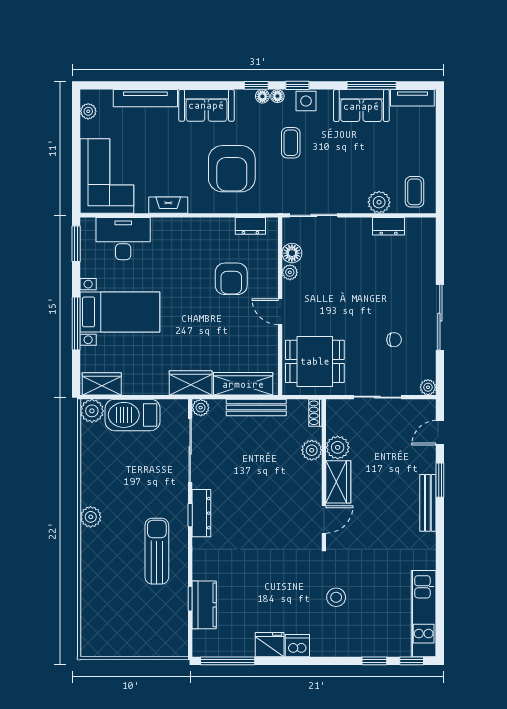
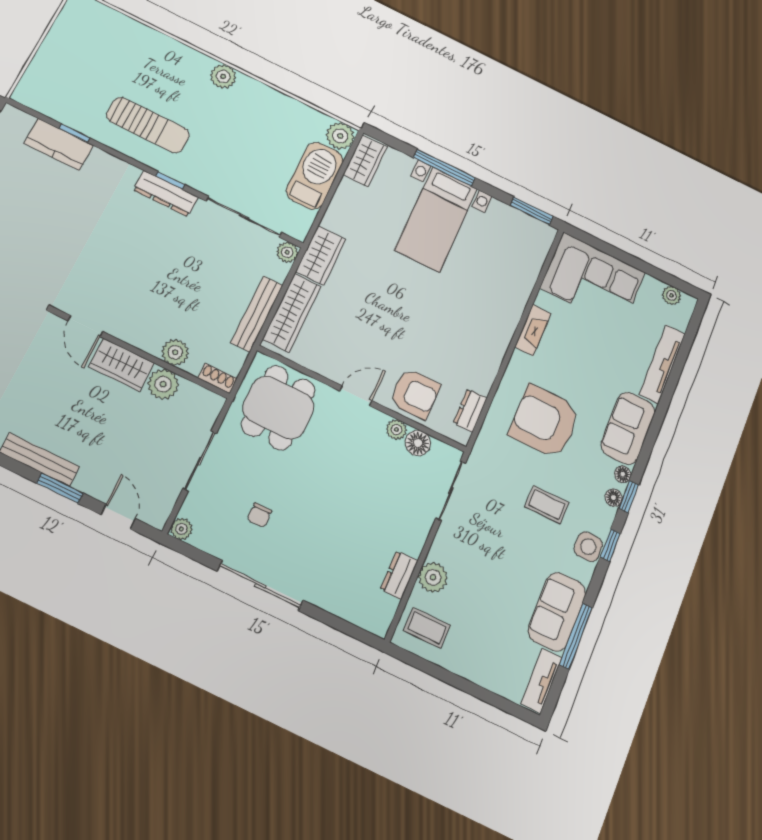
floor lamp: (277, 96) -> (623, 474), moved
desk: (123, 239) -> (516, 263), removed
armchair: (231, 279) -> (415, 394), moved, turned 180

